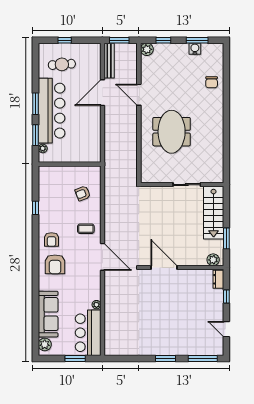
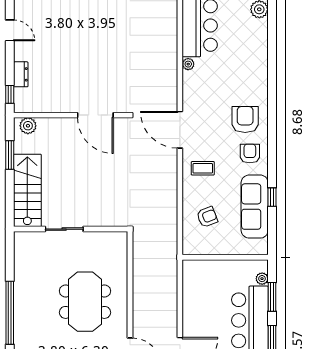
window: (226, 124) -> (10, 313), added
dresser: (218, 279) -> (21, 74), moved
window: (226, 297) -> (10, 94), moved
sofa: (48, 314) -> (255, 207), moved

